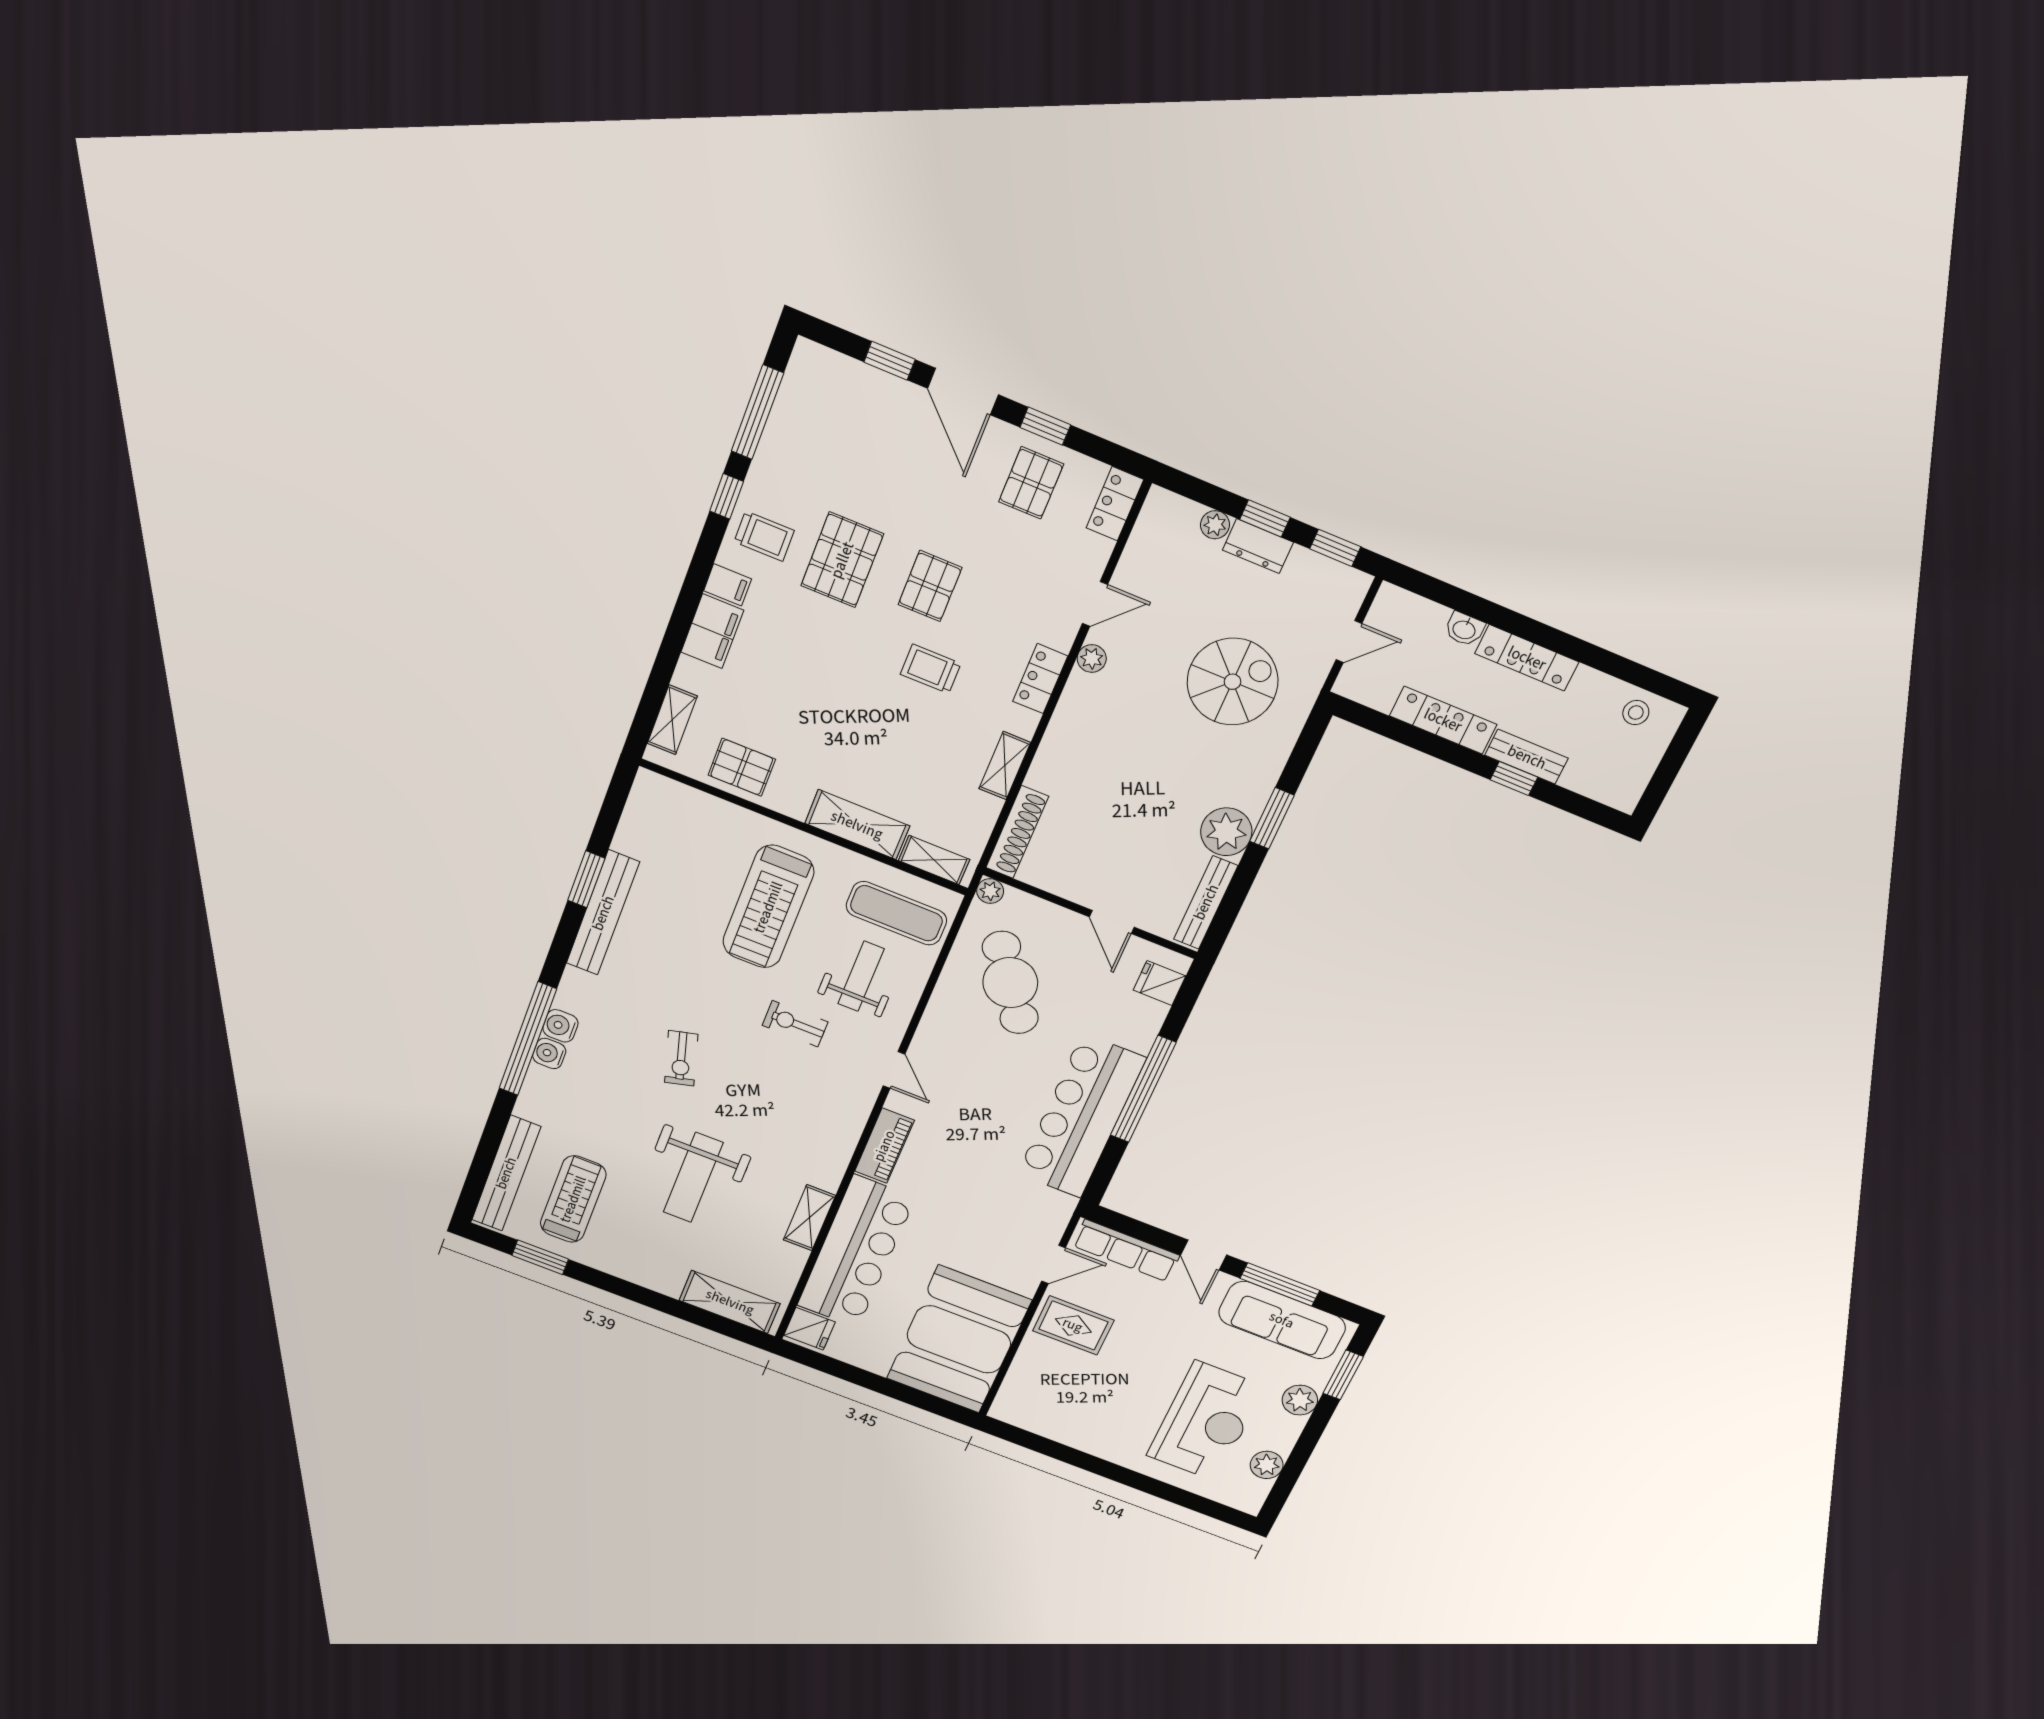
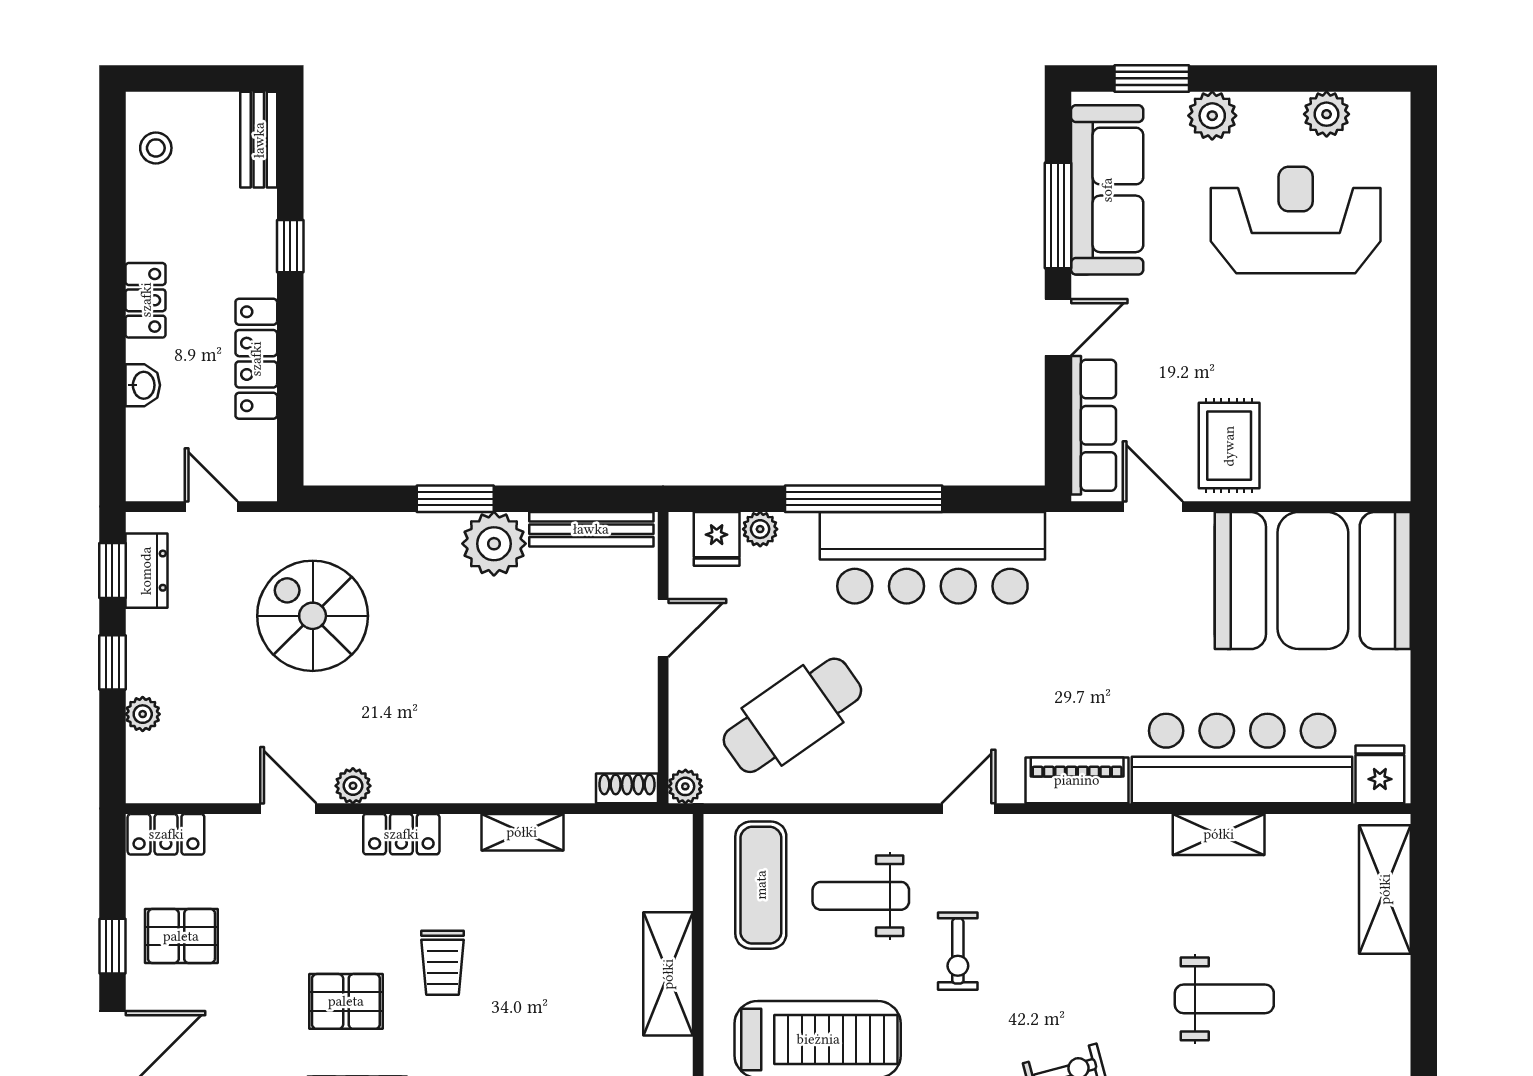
dresser: (1258, 546) -> (146, 571), moved
locker: (1527, 658) -> (146, 300), width x0.66
bench: (1527, 757) -> (259, 140), moved
shoe rack: (1017, 832) -> (627, 788), width x0.51, depth x0.81
shelving: (934, 860) -> (674, 867), removed
plant: (1153, 1014) -> (760, 529), added
weight bench: (693, 1177) -> (1224, 999), width x0.73, depth x0.75

